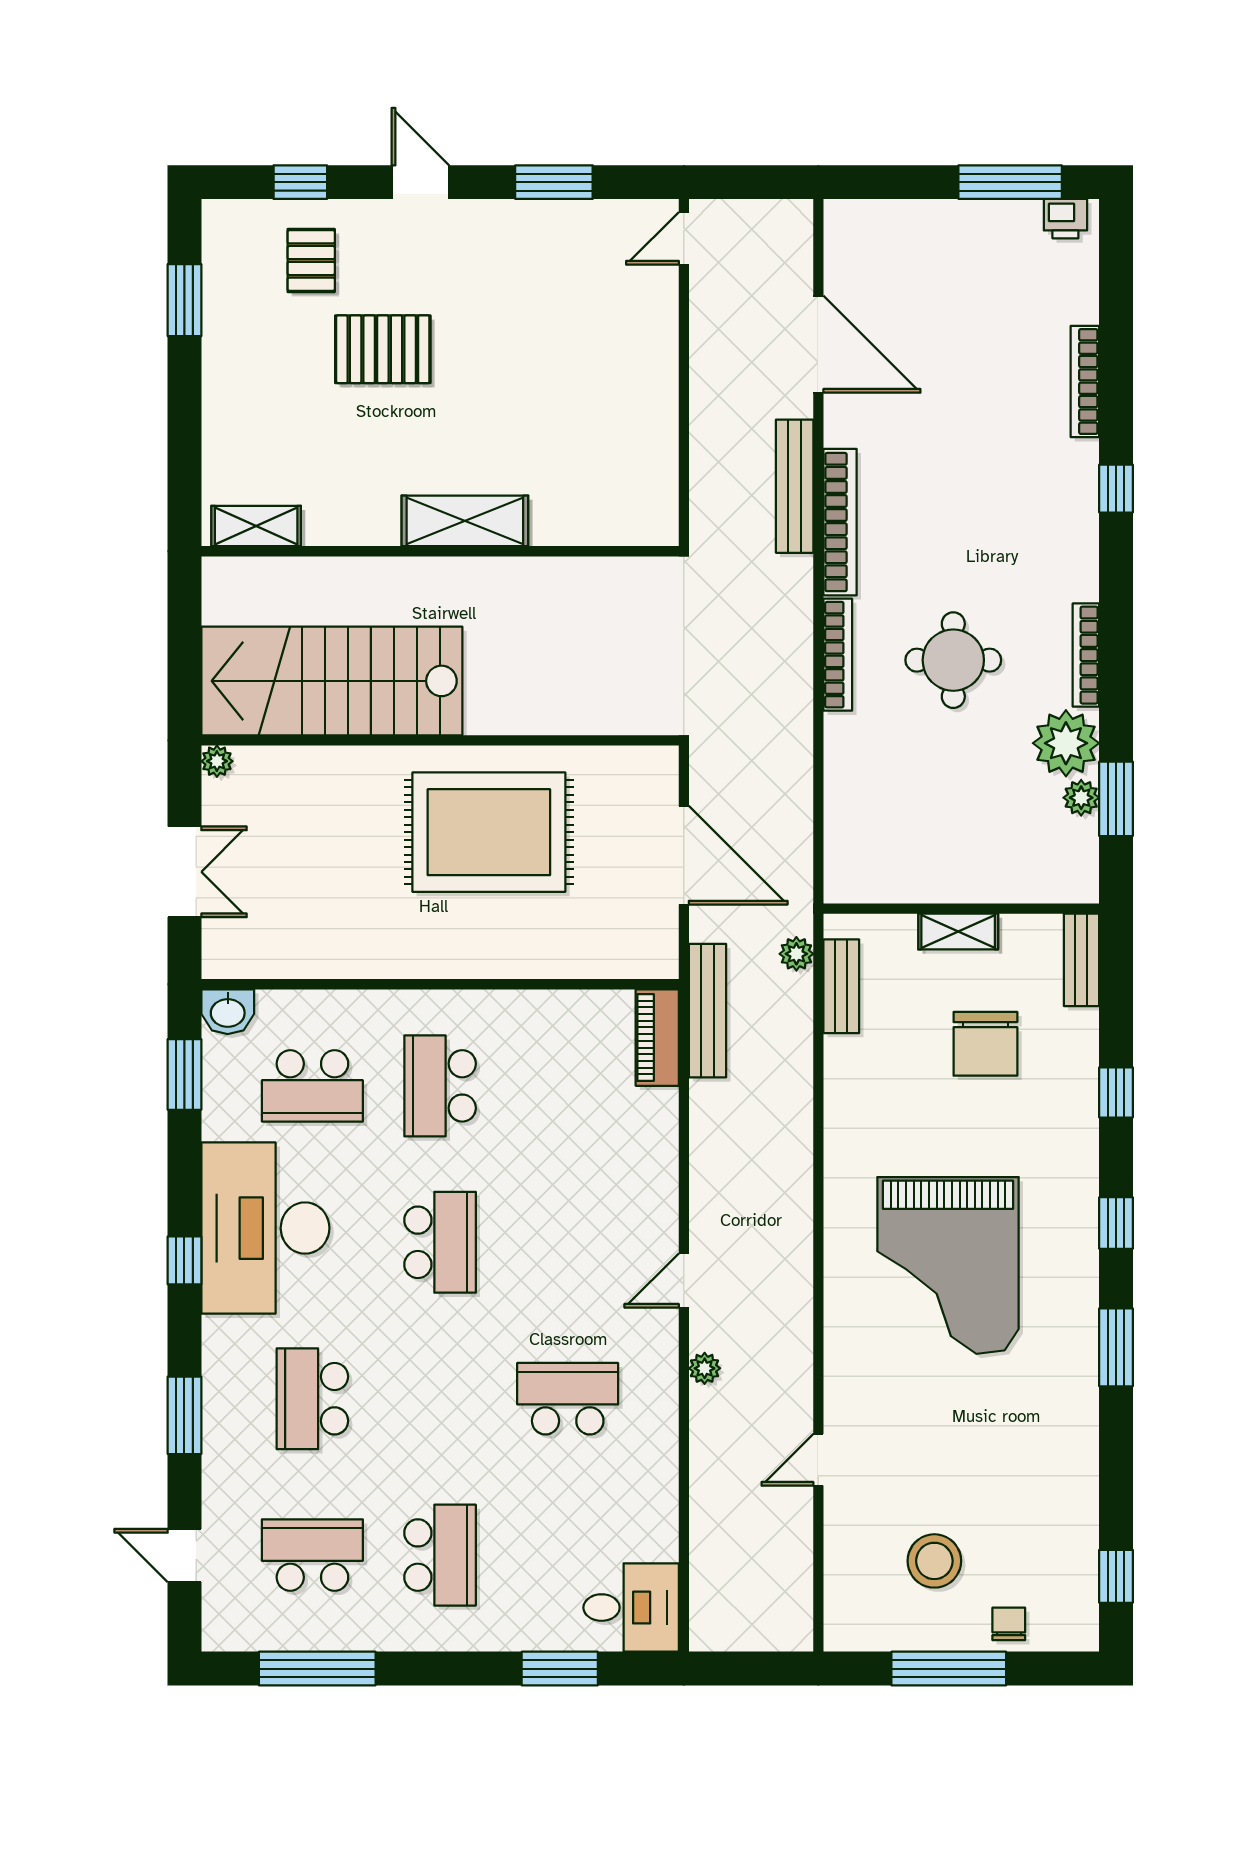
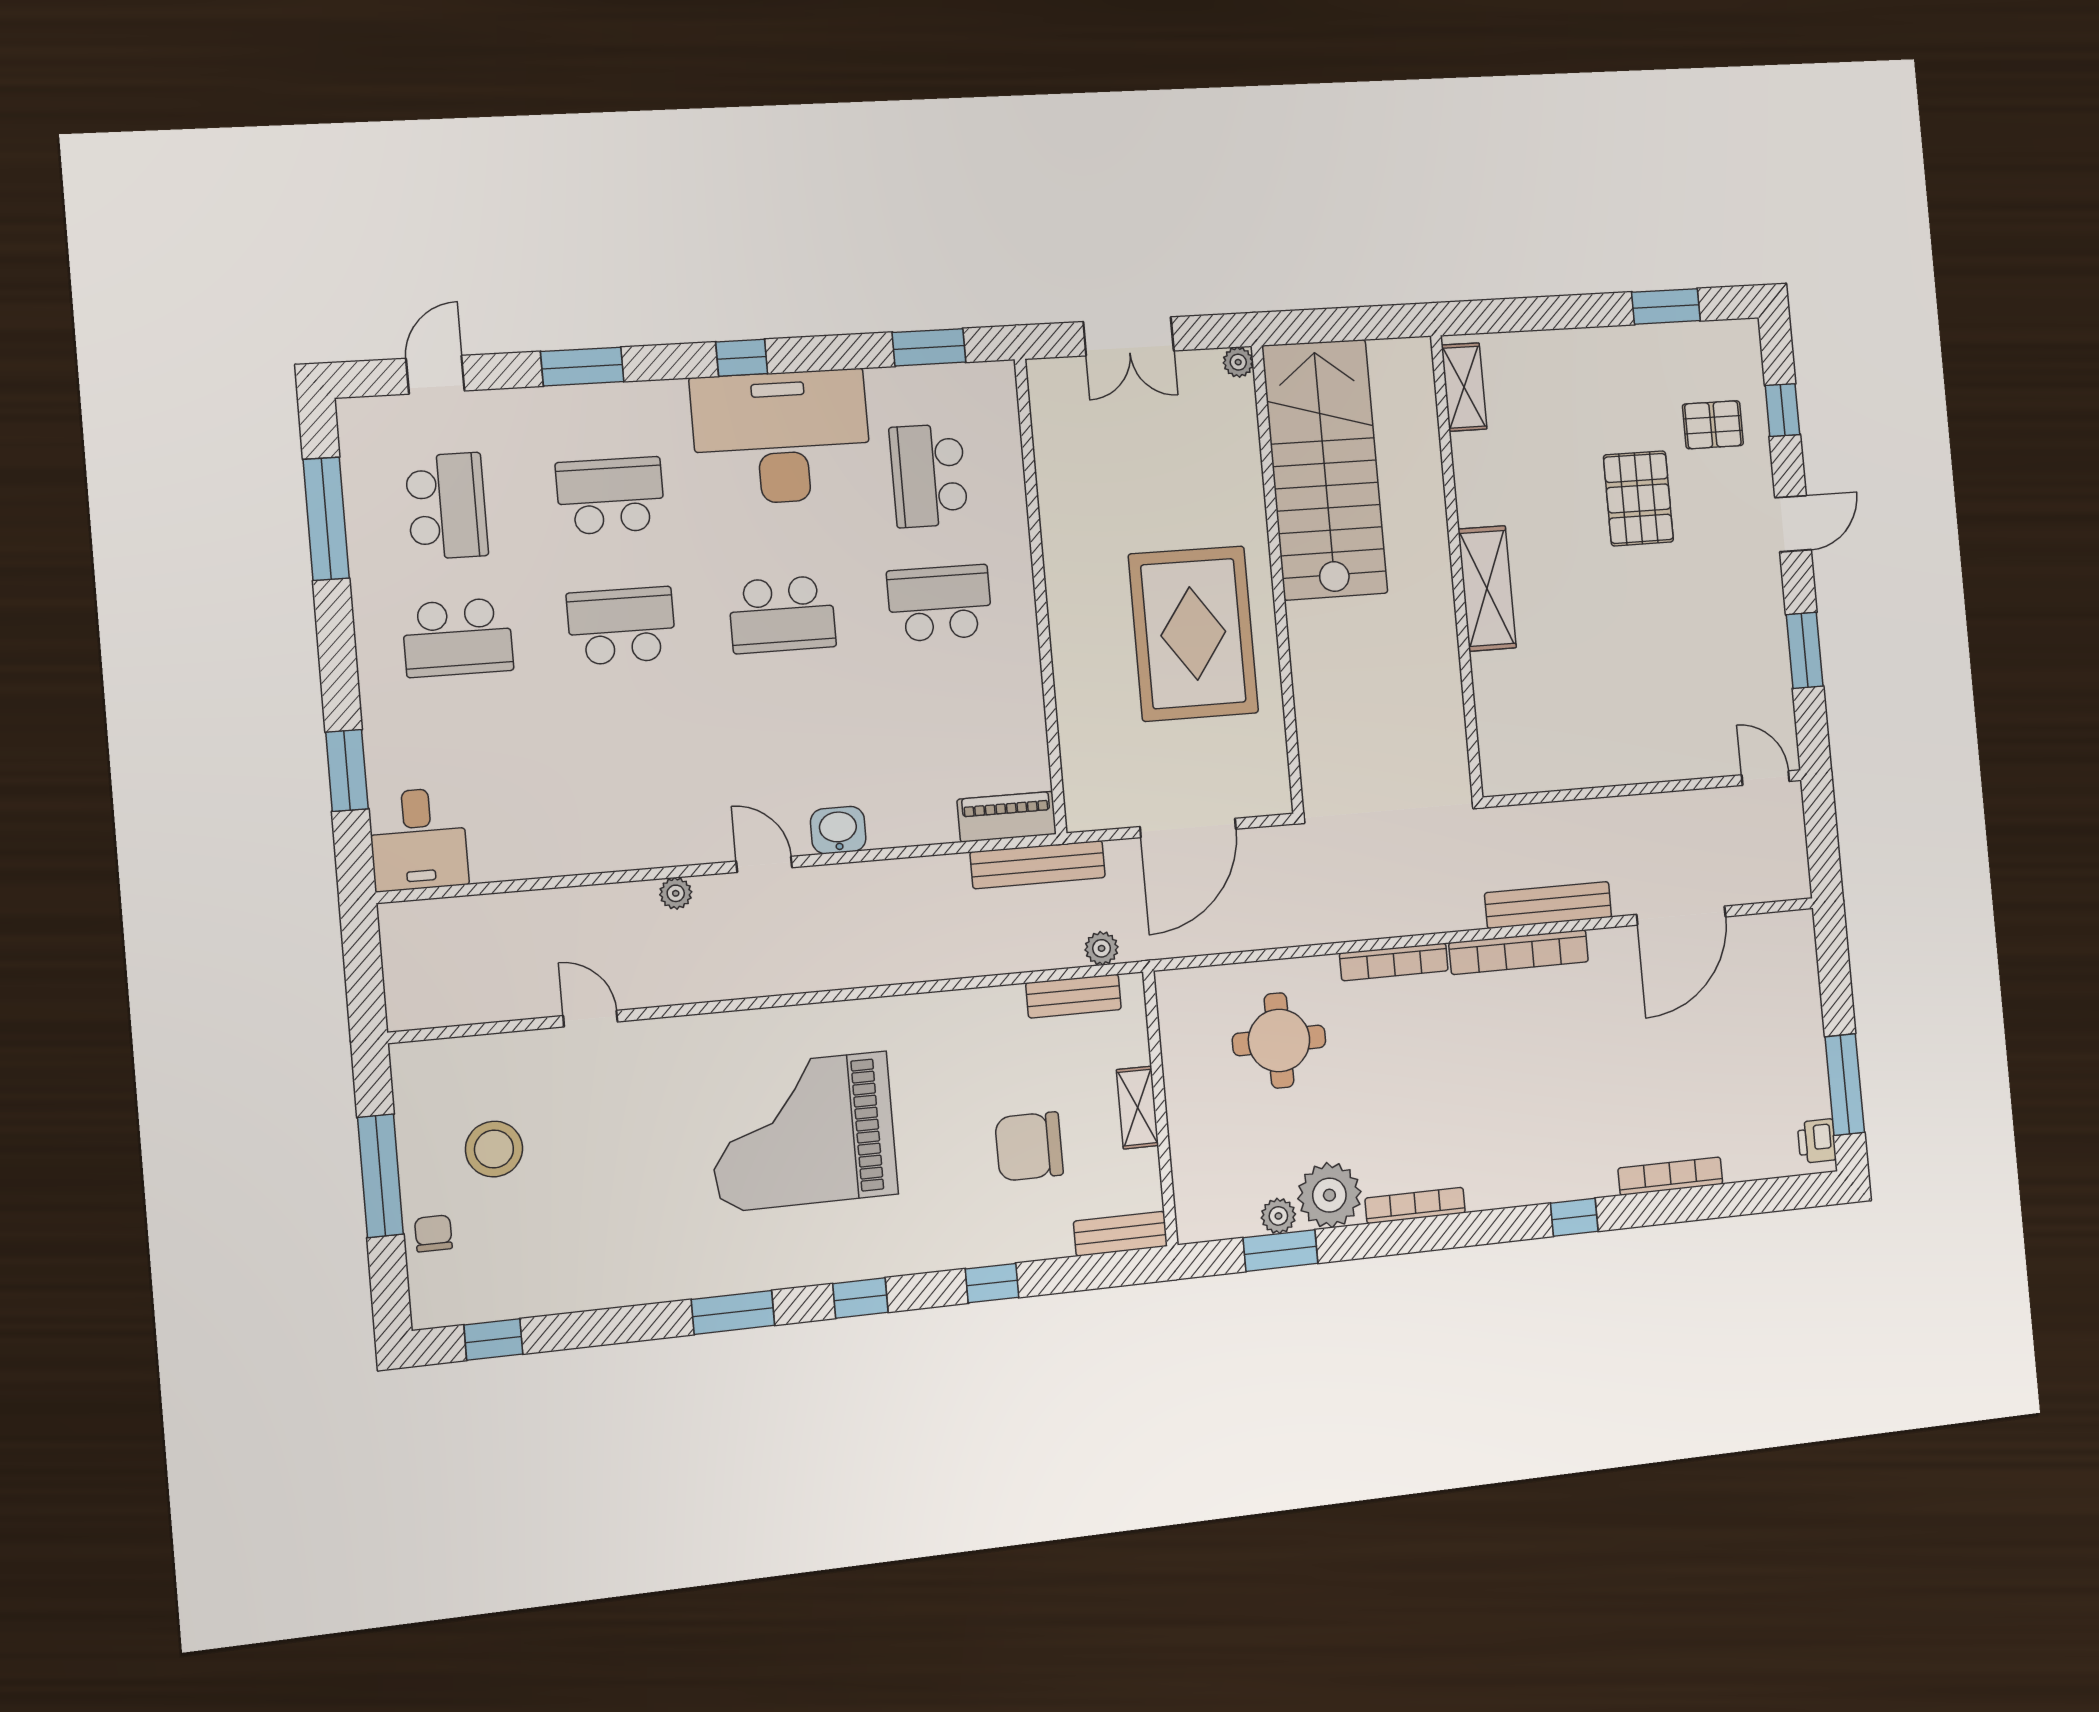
round table: (953, 660) -> (1279, 1040), moved
washbasin: (228, 1012) -> (838, 830), moved, turned 90
school desk: (568, 1399) -> (621, 626), moved, turned -90
chair: (1009, 1624) -> (433, 1233), turned -90

